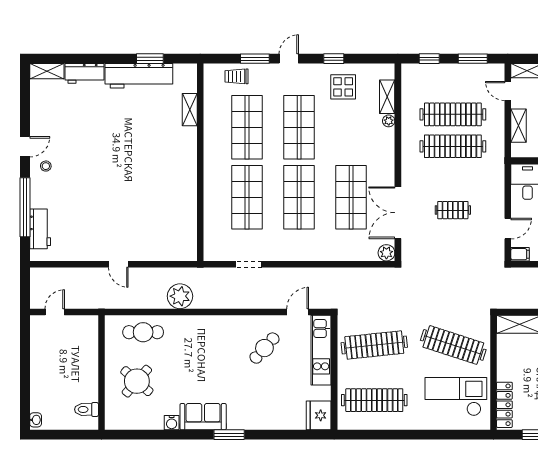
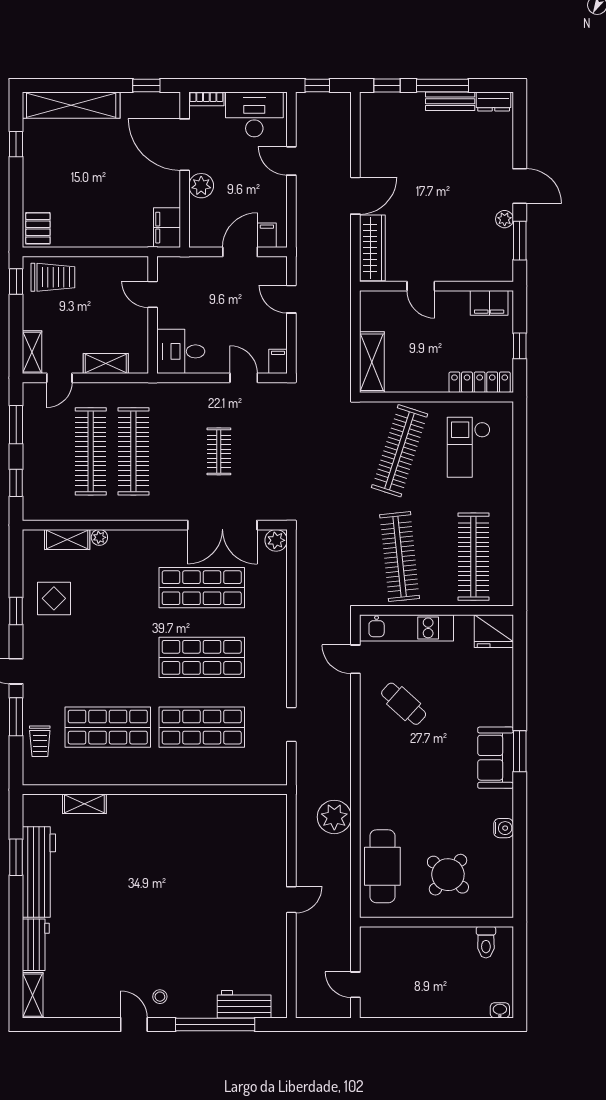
shop shelf: (299, 127) -> (108, 657), removed
cafe table: (143, 332) -> (382, 866), width x1.37, depth x1.35
checkout: (456, 397) -> (469, 447), width x0.73, depth x0.83
sofa: (203, 417) -> (496, 758), moved

